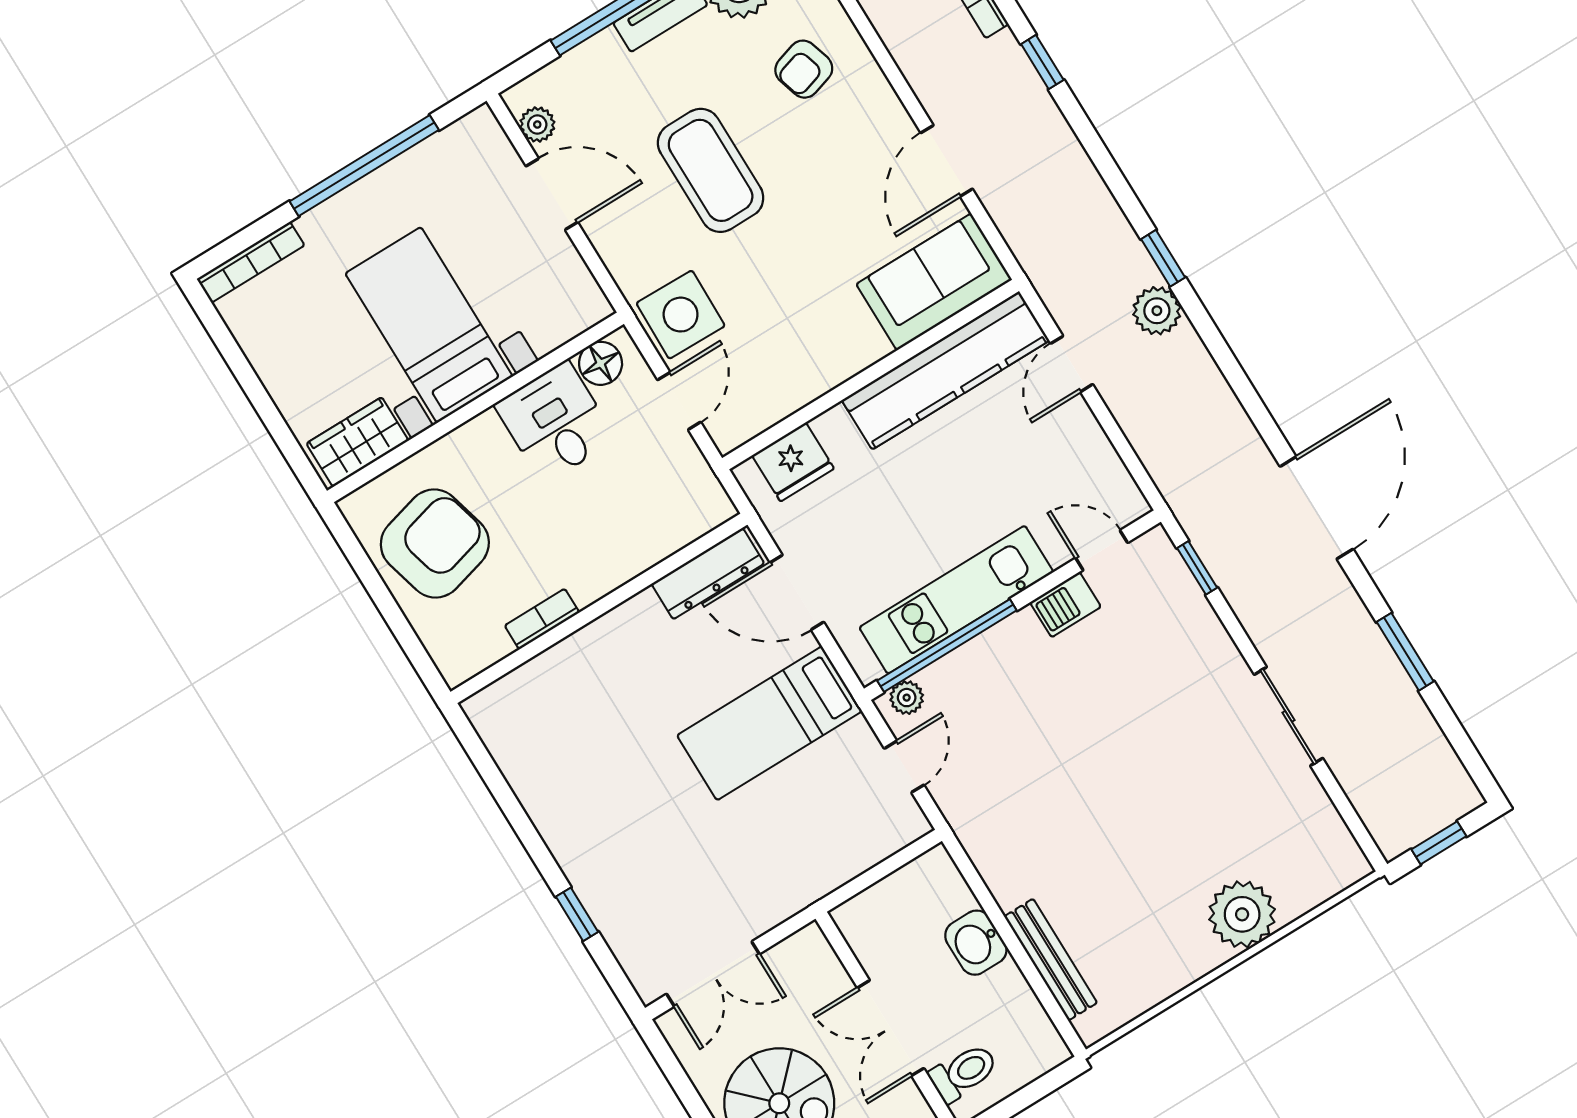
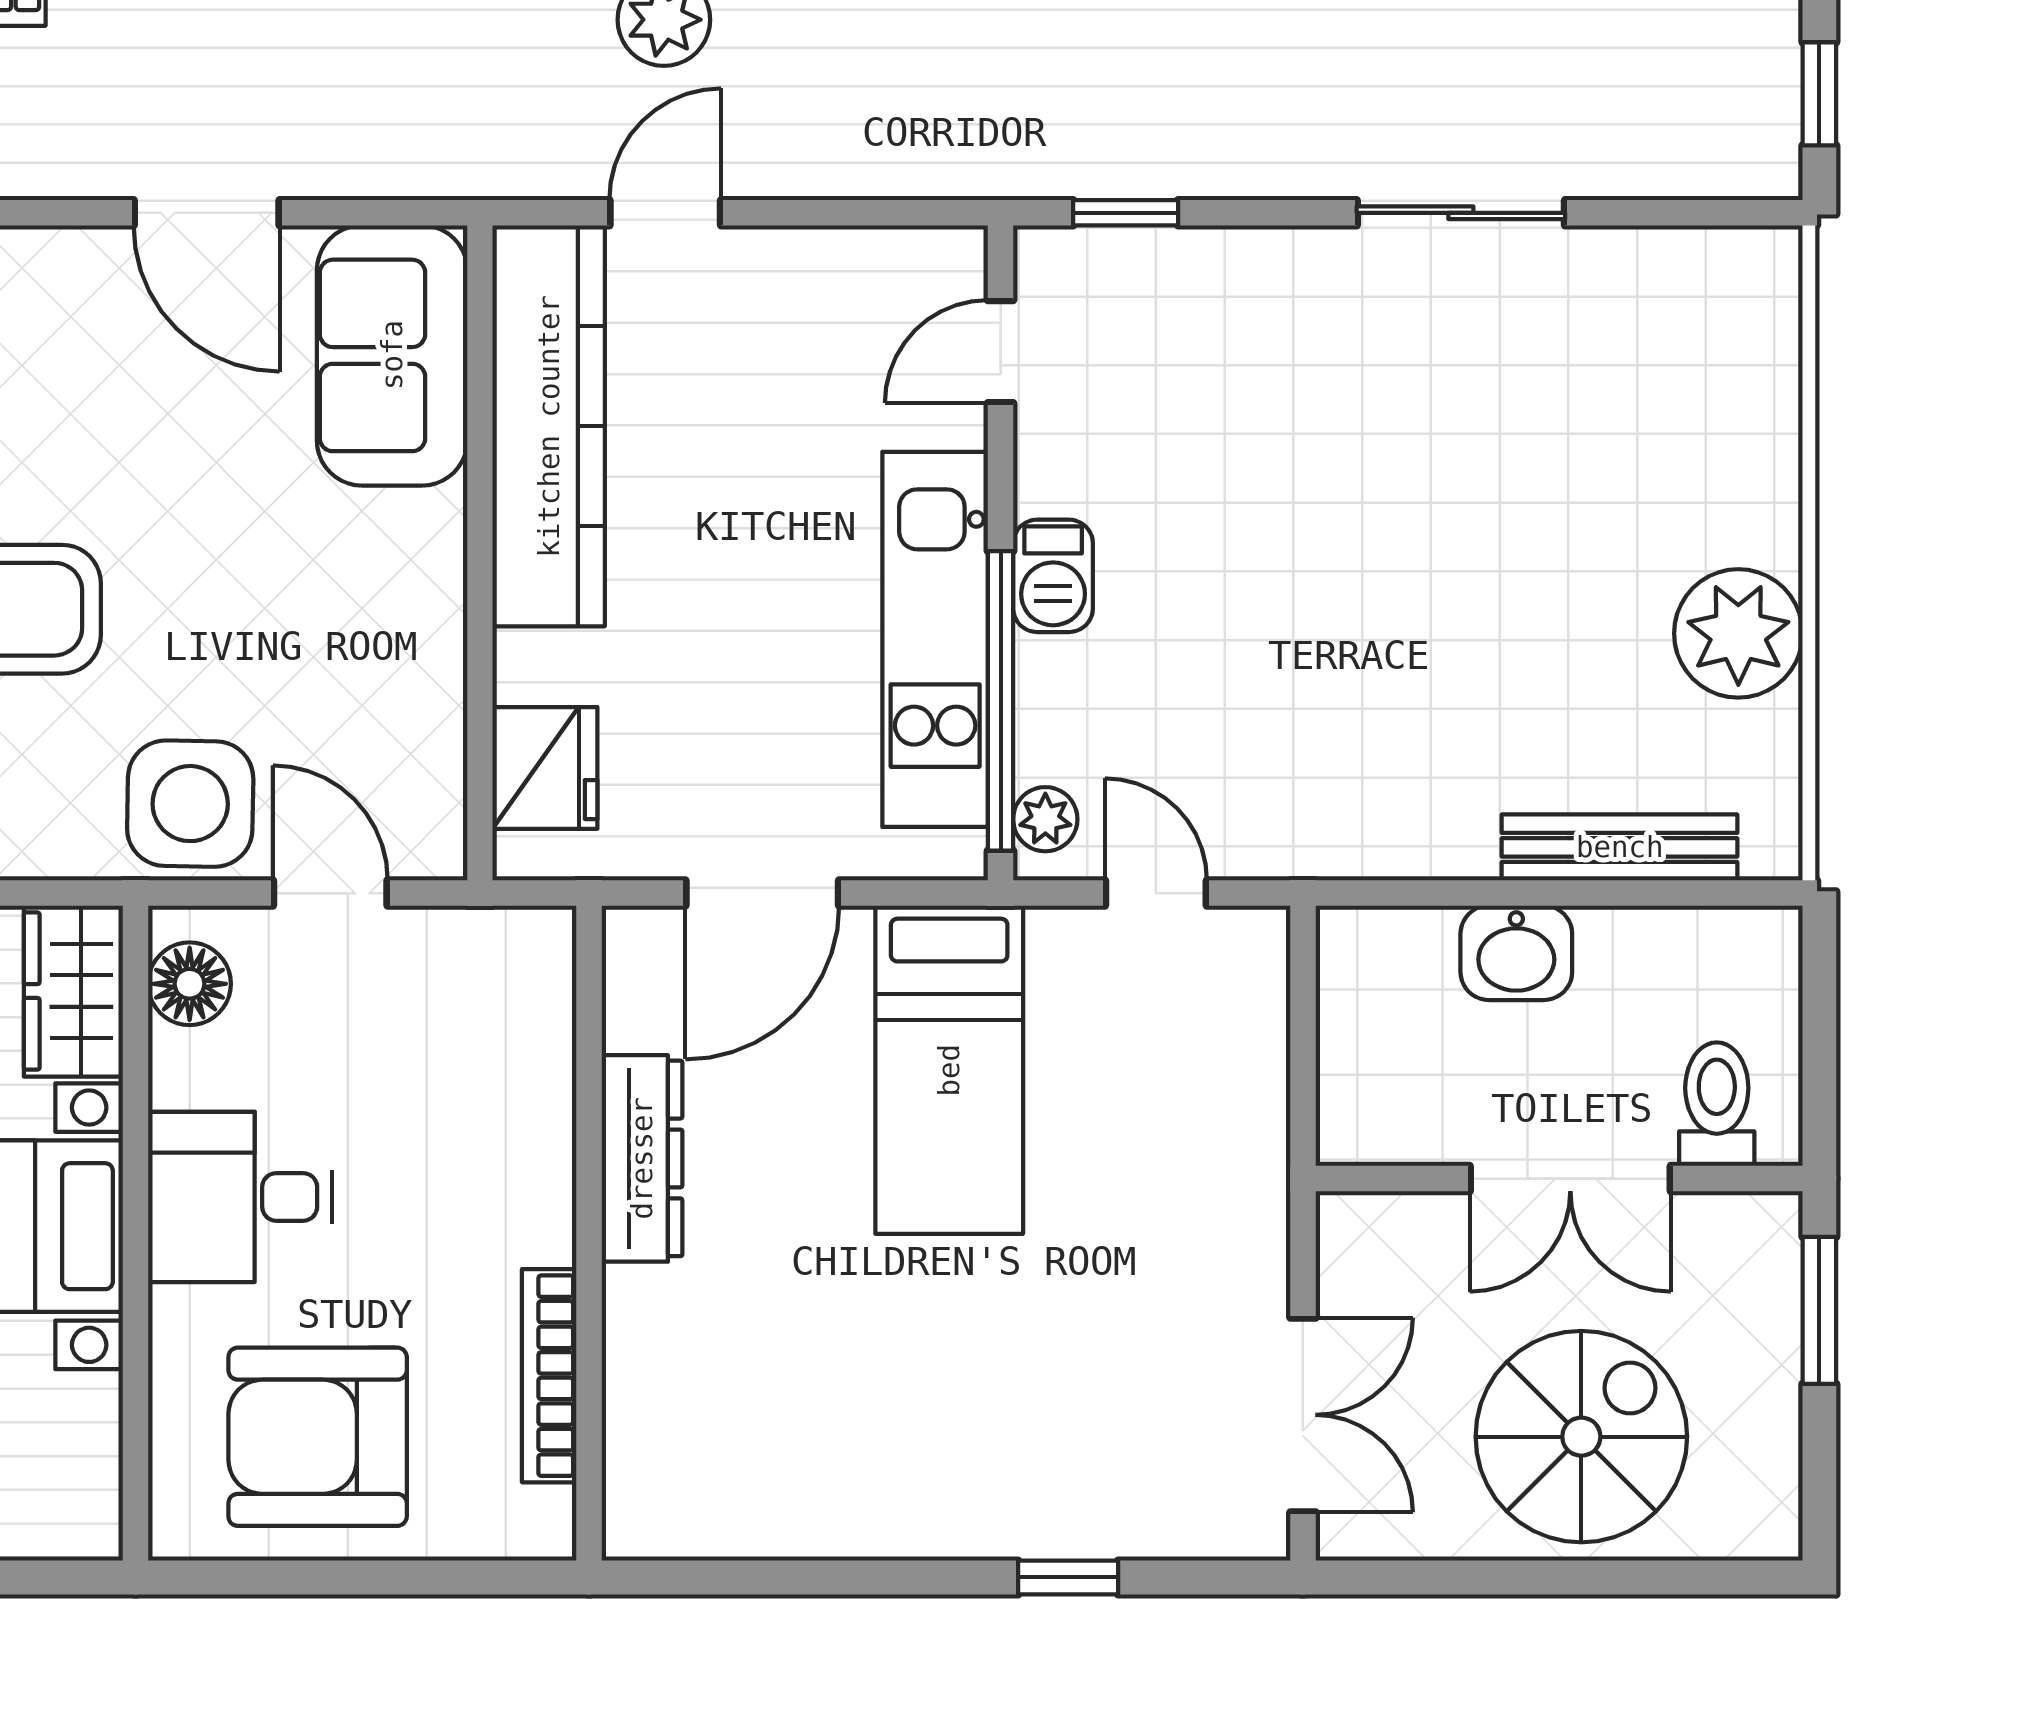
door: (1072, 364) -> (665, 213), swing flipped
desk: (555, 422) -> (240, 1197), moved
wardrobe: (357, 442) -> (73, 991), moved
armchair: (435, 544) -> (318, 1437), turned -75
dresser: (708, 574) -> (642, 1158), moved
barbecue: (1065, 605) -> (1053, 576), moved
bookcase: (542, 619) -> (549, 1376), width x1.56
plant: (1242, 914) -> (1738, 633), moved

